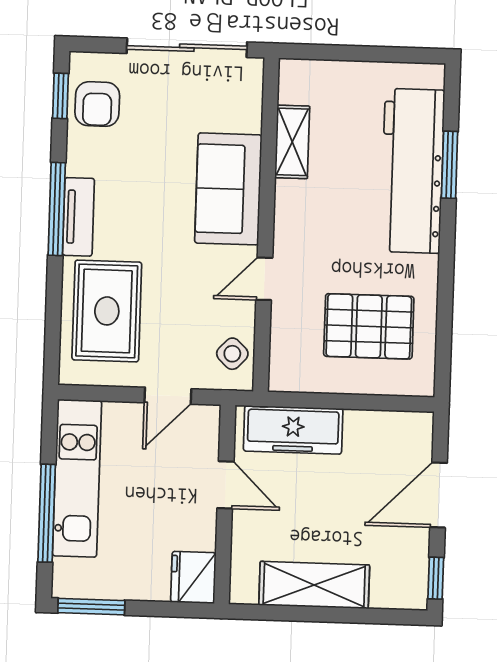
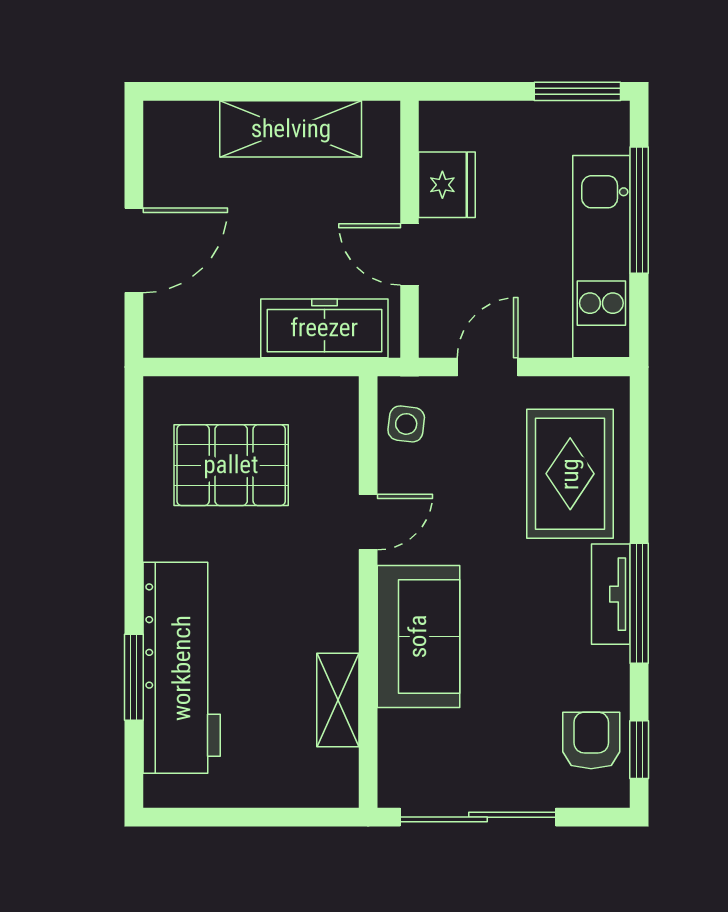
side table: (232, 354) -> (406, 424), turned -37
fridge: (193, 577) -> (447, 185), moved
window: (436, 578) -> (134, 143), removed

